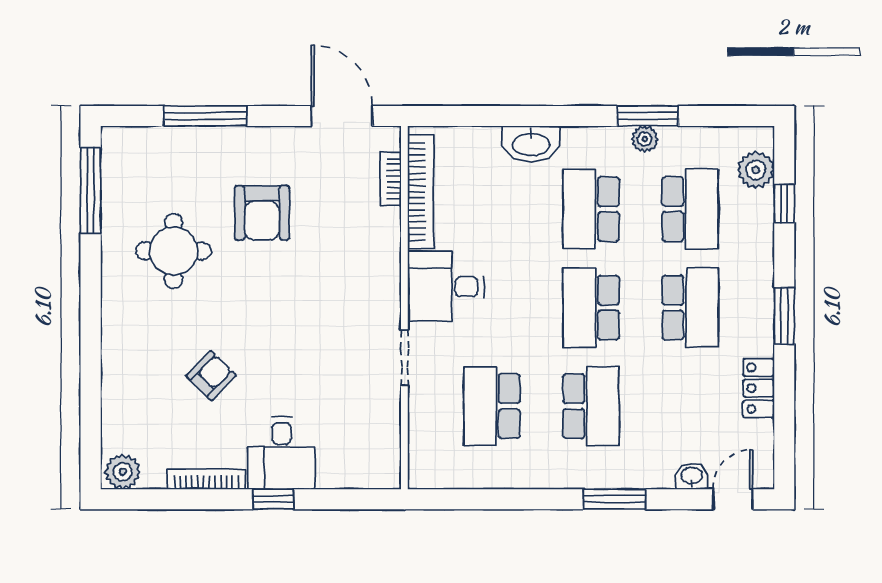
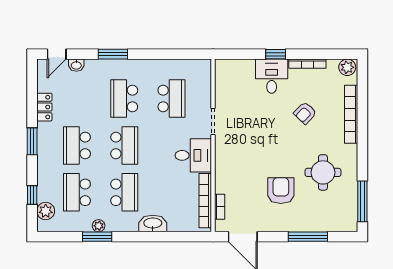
bookcase: (114, 373) -> (351, 114), added

